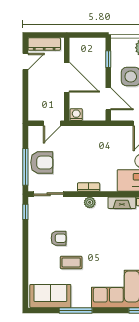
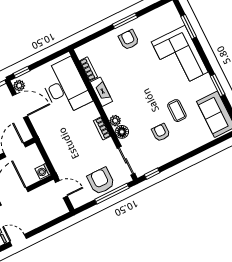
floor lamp: (77, 203) -> (122, 132), added
window: (76, 310) -> (218, 85), width x0.69

